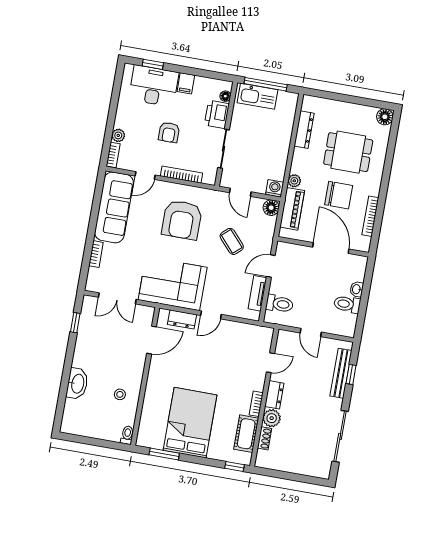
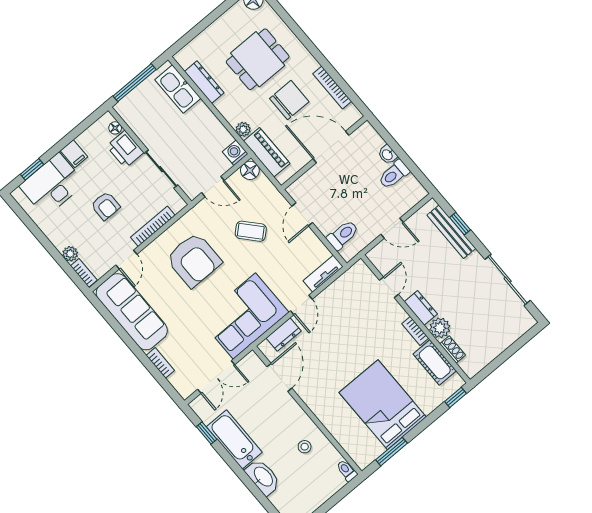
kitchen sink: (257, 96) -> (178, 89), moved, turned 90
tv unit: (257, 293) -> (323, 274), moved, turned 90
bathtub: (86, 344) -> (234, 439), added

